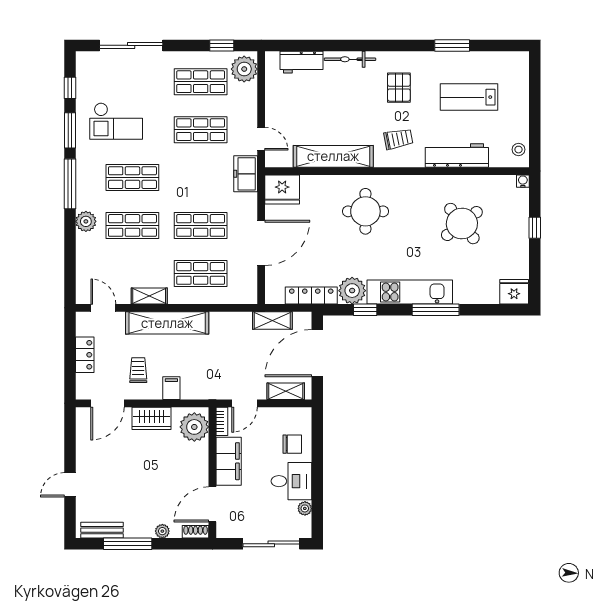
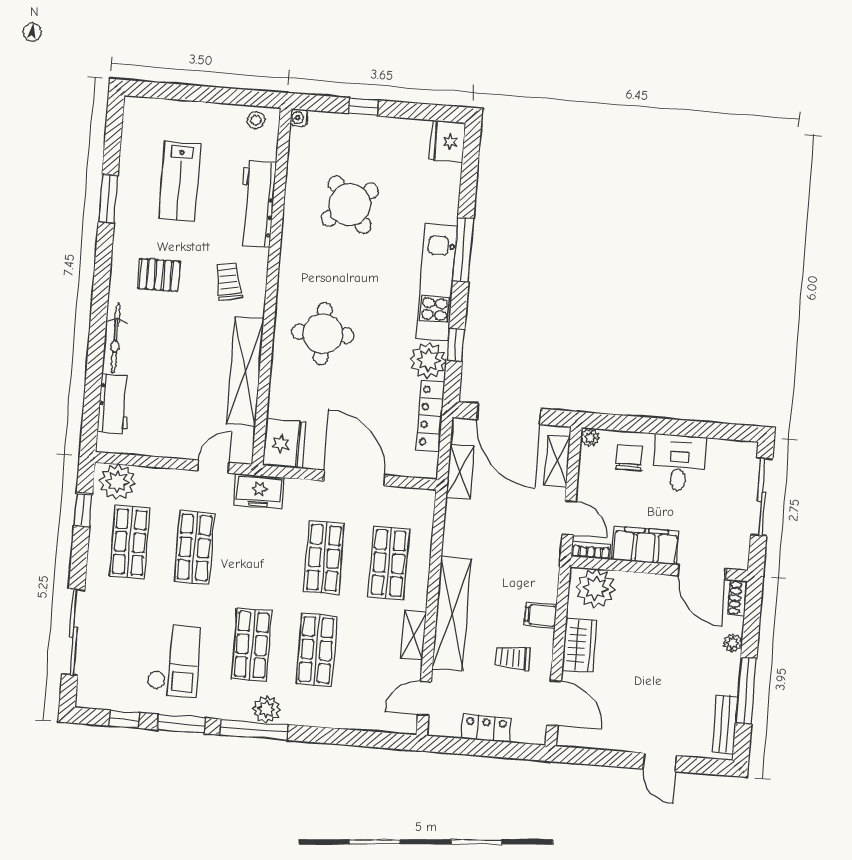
plant: (86, 221) -> (266, 709), moved
plant: (305, 508) -> (590, 438), moved

